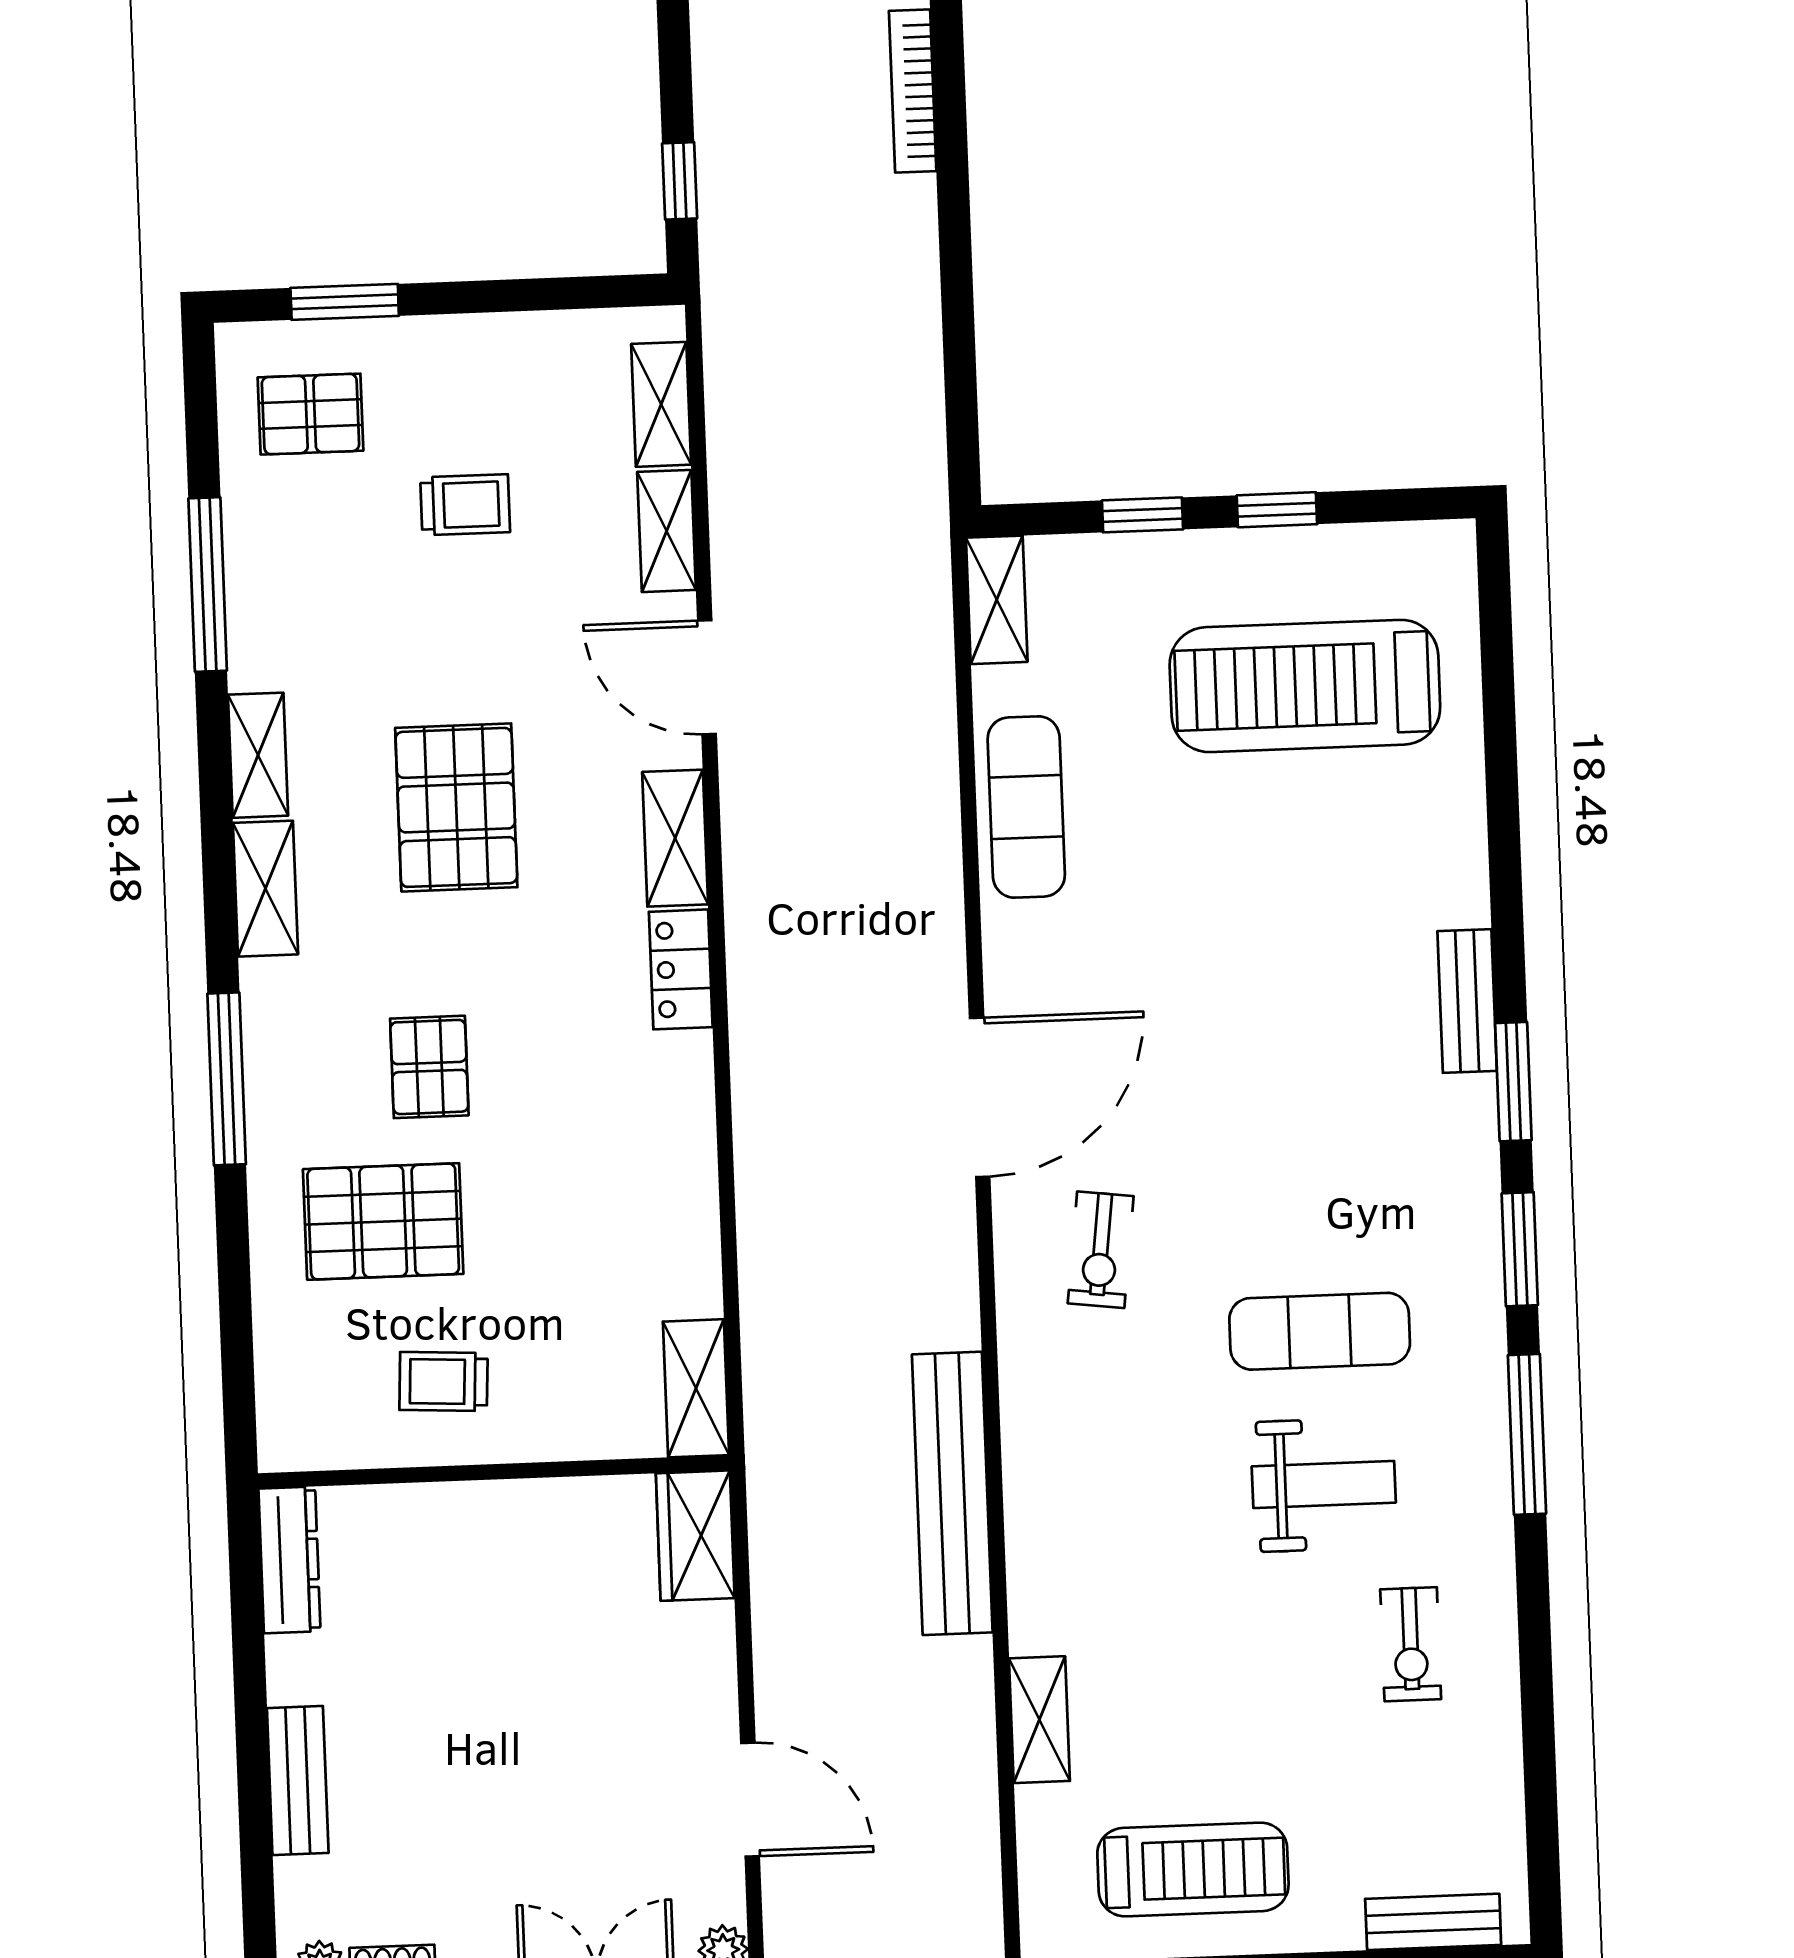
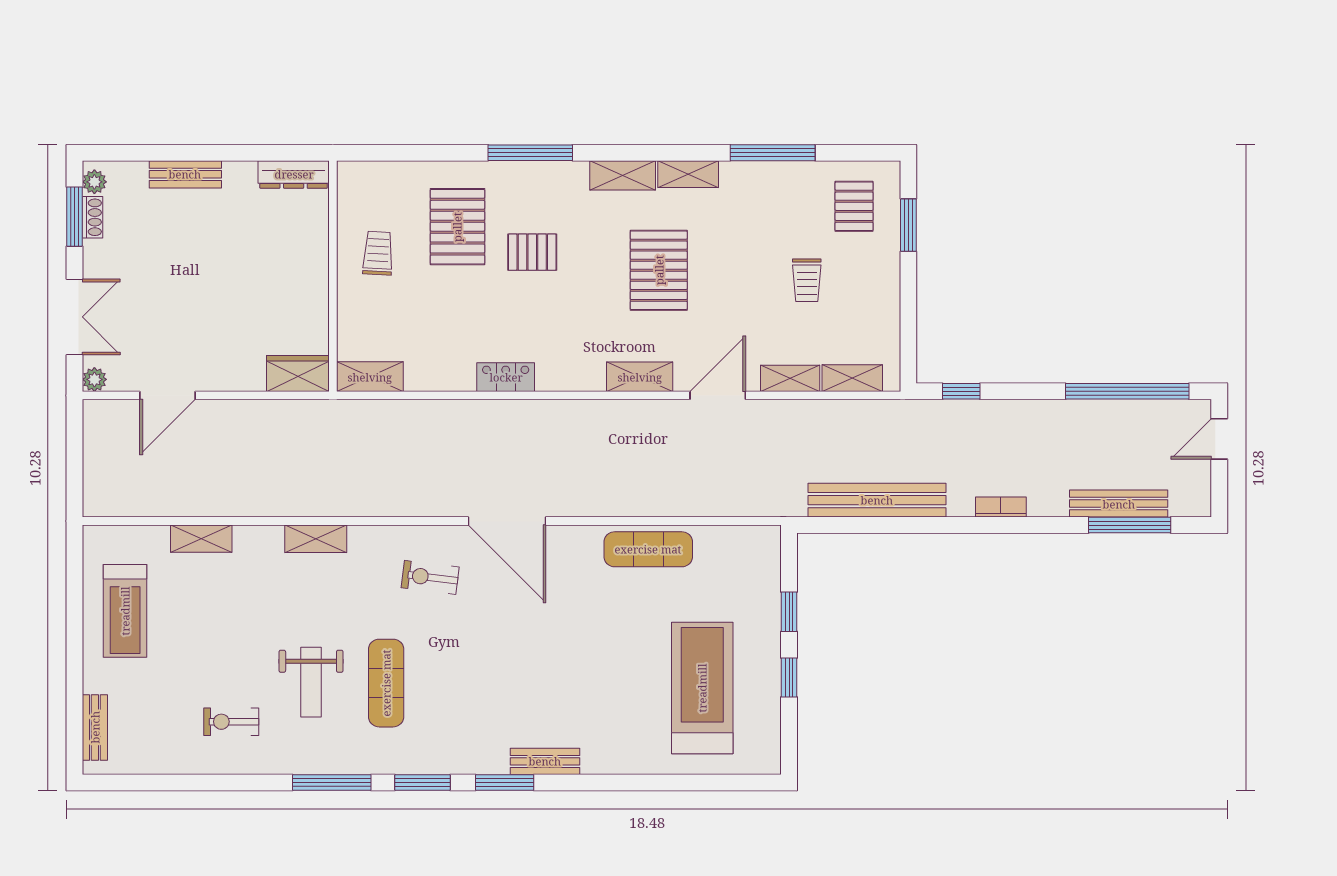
bookcase: (913, 91) -> (1001, 507), width x0.64
shelving: (997, 600) -> (316, 539), moved
pallet: (456, 807) -> (659, 270), turned 90
locker: (681, 969) -> (506, 377), moved
bench: (952, 1493) -> (877, 500), moved

